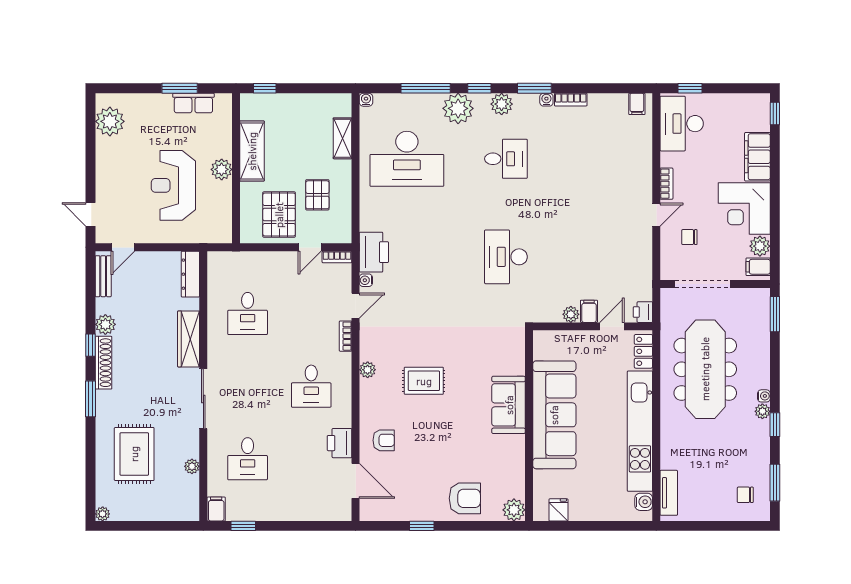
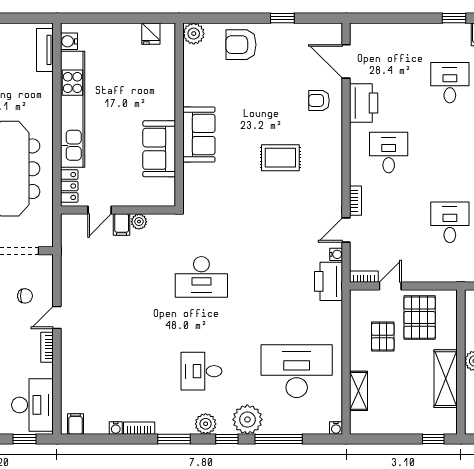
water cooler: (546, 100) -> (116, 428), moved
desk: (506, 257) -> (201, 277), turned 90
printer: (643, 312) -> (70, 224), removed
plant: (368, 370) -> (335, 168), removed
sofa: (554, 415) -> (159, 149), width x0.54, depth x0.79
printer: (340, 443) -> (364, 103), width x1.37, depth x1.19

